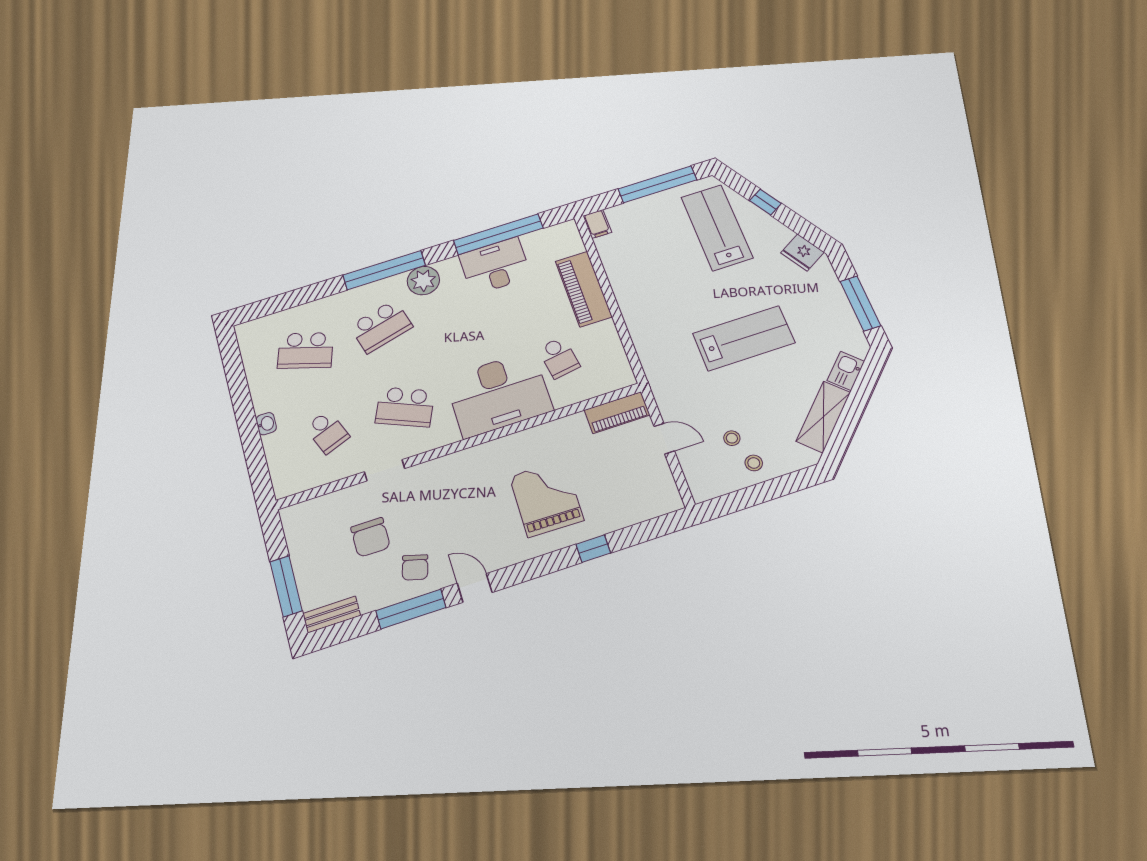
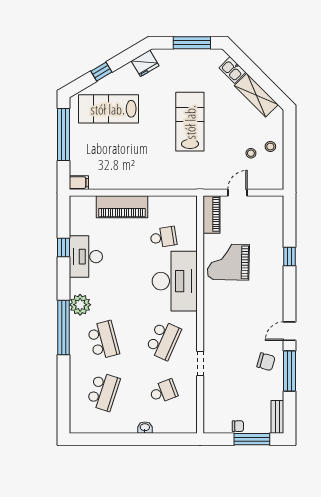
window: (498, 234) -> (64, 247), width x0.32
grand piano: (546, 498) -> (228, 262), moved
chair: (370, 537) -> (238, 426), moved, width x0.54, depth x0.54

